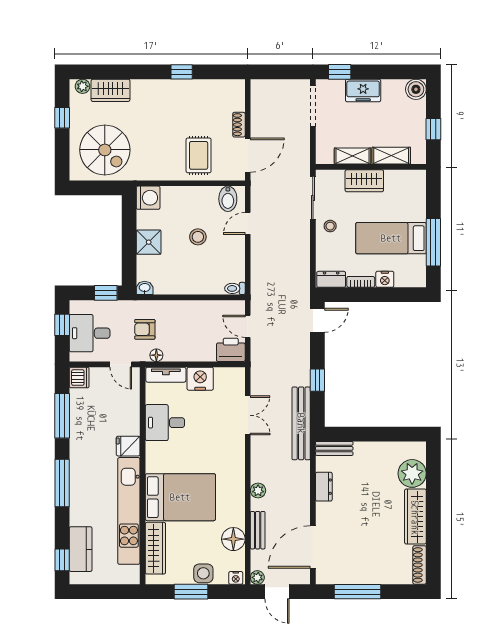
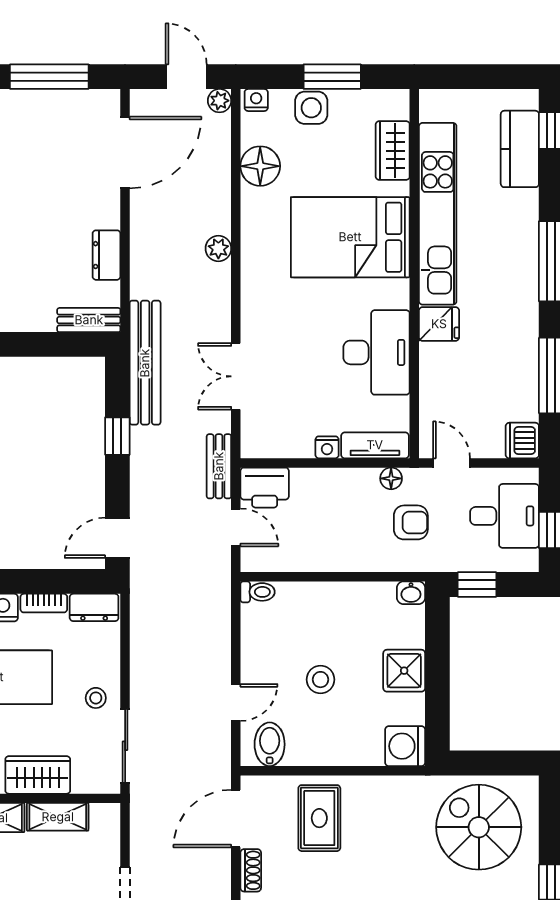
nightstand: (200, 379) -> (327, 447), width x0.53, depth x0.56
desk: (165, 423) -> (377, 352), width x1.37
bench: (258, 530) -> (219, 466), moved
wardrobe: (155, 548) -> (393, 151), width x0.67

